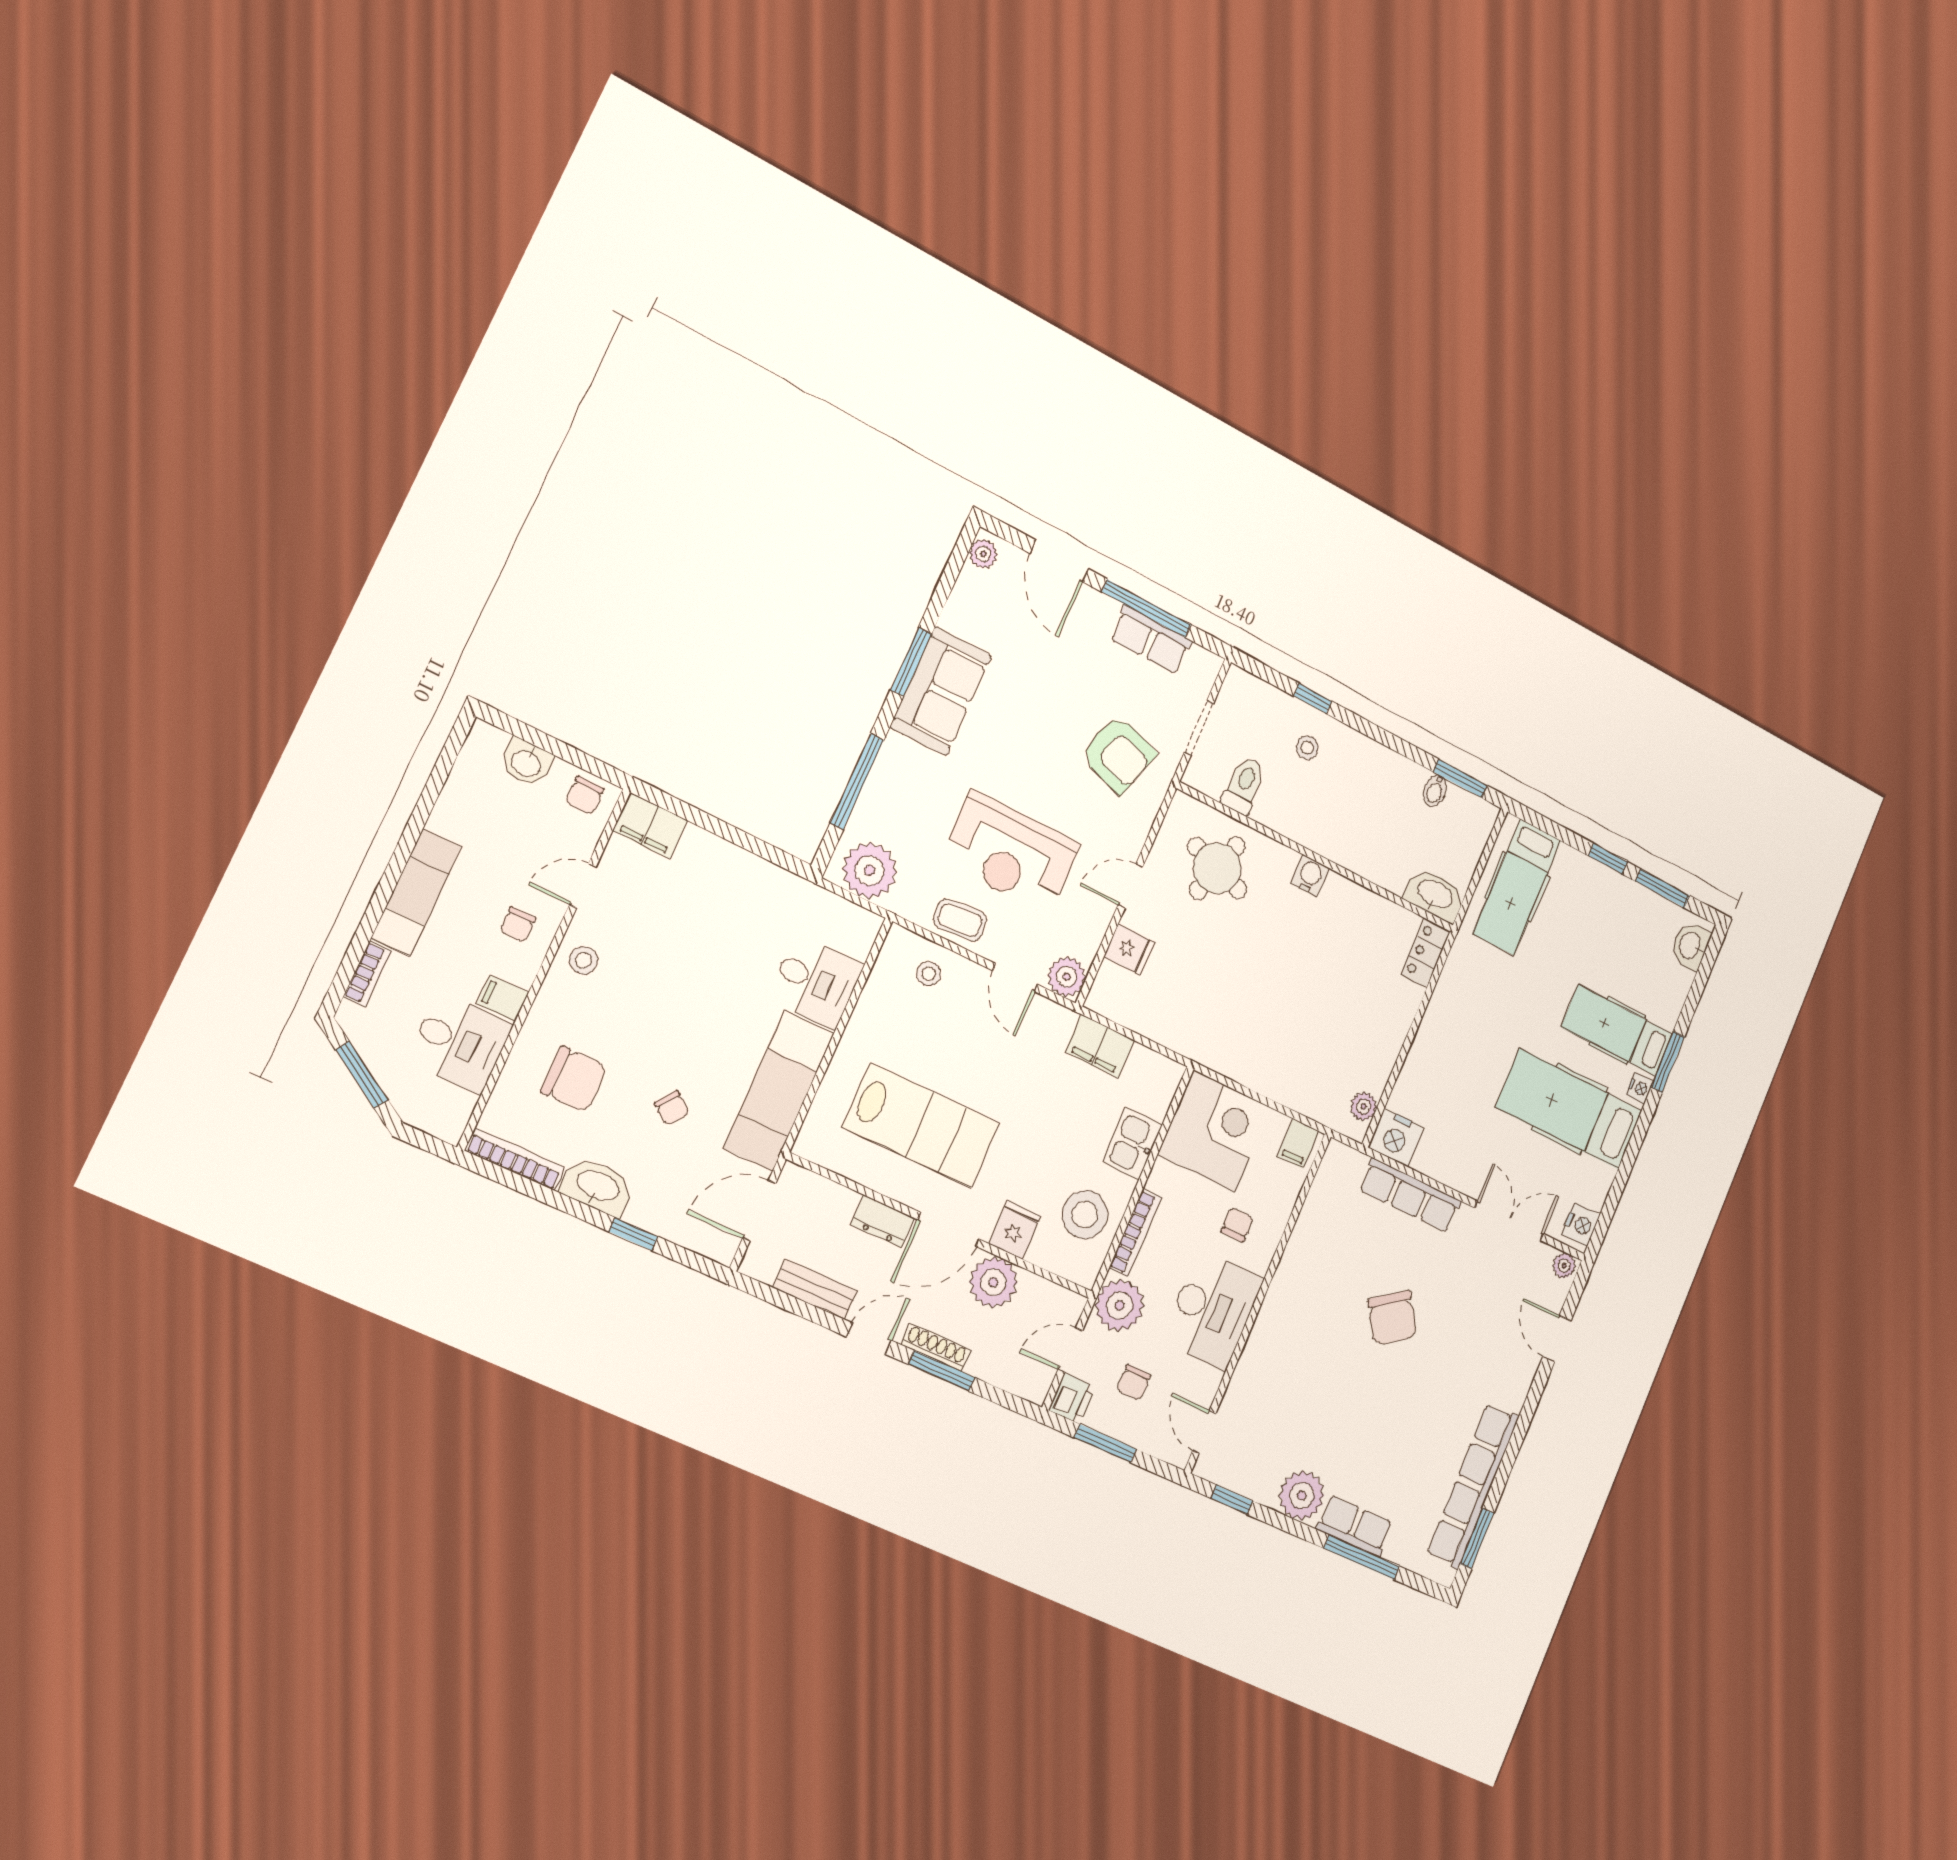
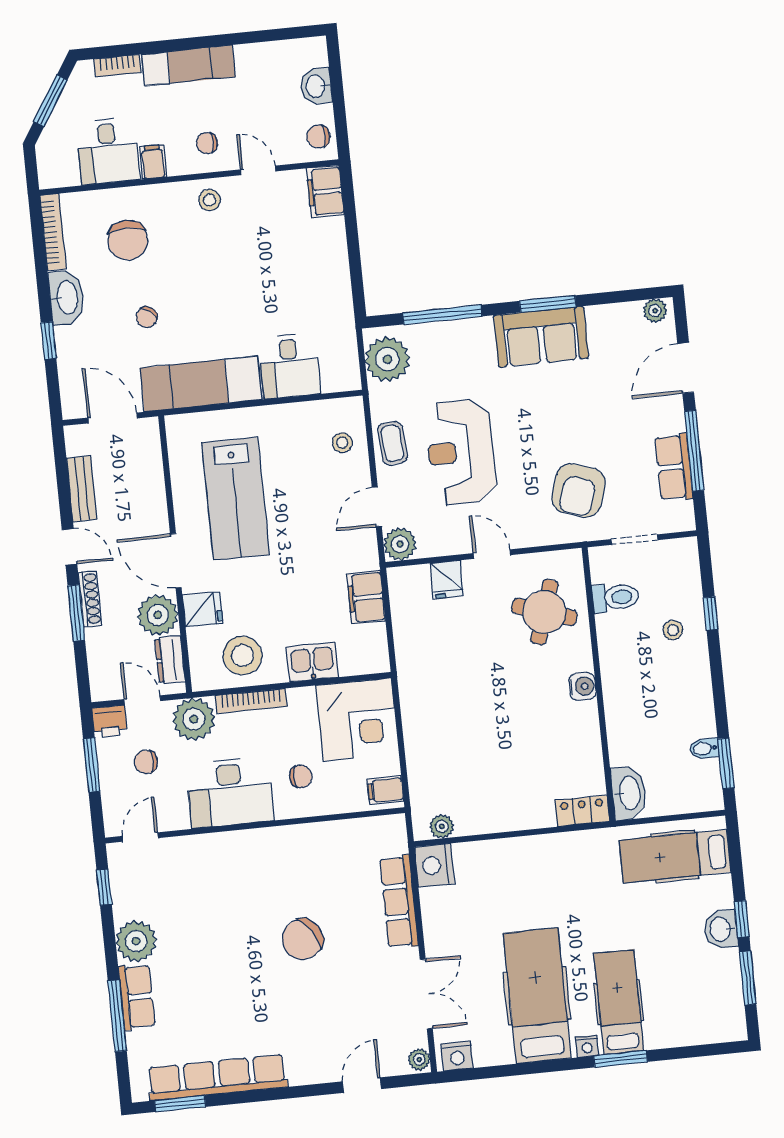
washbasin: (1691, 946) -> (721, 929), moved, turned -90
dresser: (882, 1221) -> (170, 660), moved

